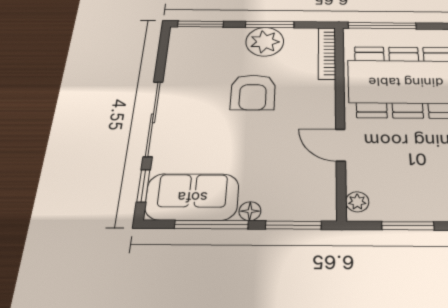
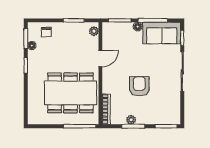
plant: (265, 42) -> (131, 120), width x0.53, depth x0.53
door: (341, 145) -> (100, 59), hinge flipped

